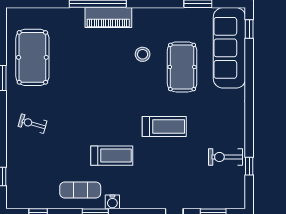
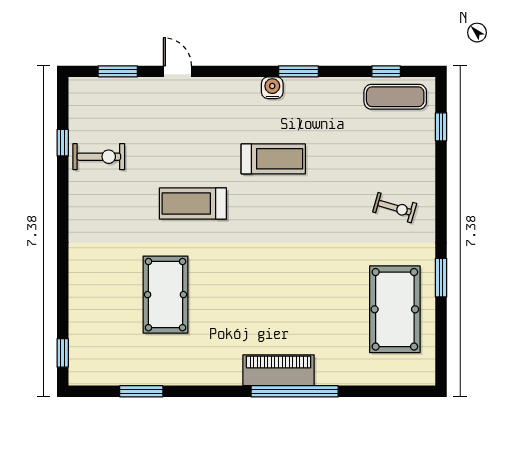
sofa: (229, 48) -> (93, 324), removed
stool: (143, 54) -> (226, 314), removed
treadmill: (112, 156) -> (273, 159), turned 180
exercise mat: (80, 190) -> (395, 97), moved

